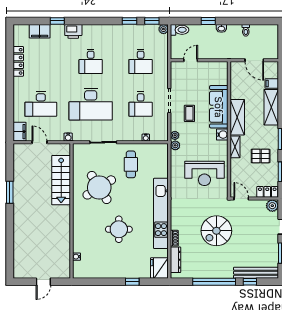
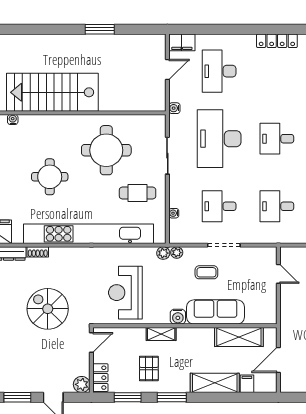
shelving: (237, 117) -> (239, 337), moved
stairs: (61, 180) -> (52, 92), moved, width x1.36, depth x1.51
round table: (99, 187) -> (106, 150), turned 32
kitchen unit: (161, 213) -> (88, 234), width x1.36

